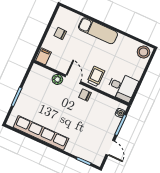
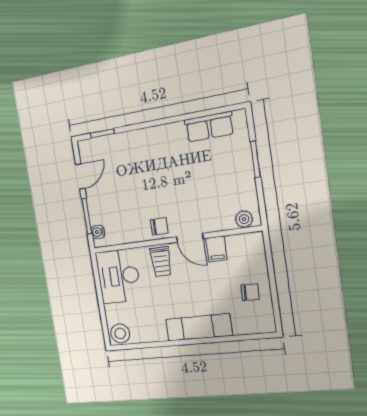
filing cabinet: (44, 56) -> (216, 249), moved
plant: (57, 79) -> (244, 219), moved
desk: (122, 87) -> (118, 276), width x1.37
row of seats: (41, 133) -> (209, 127), width x0.50
door: (110, 148) -> (80, 176), swing flipped

